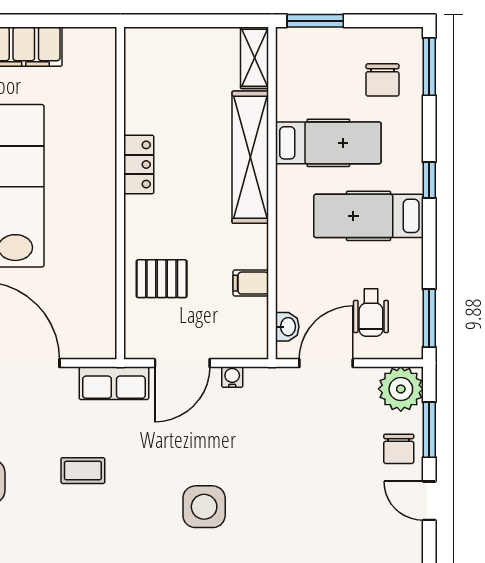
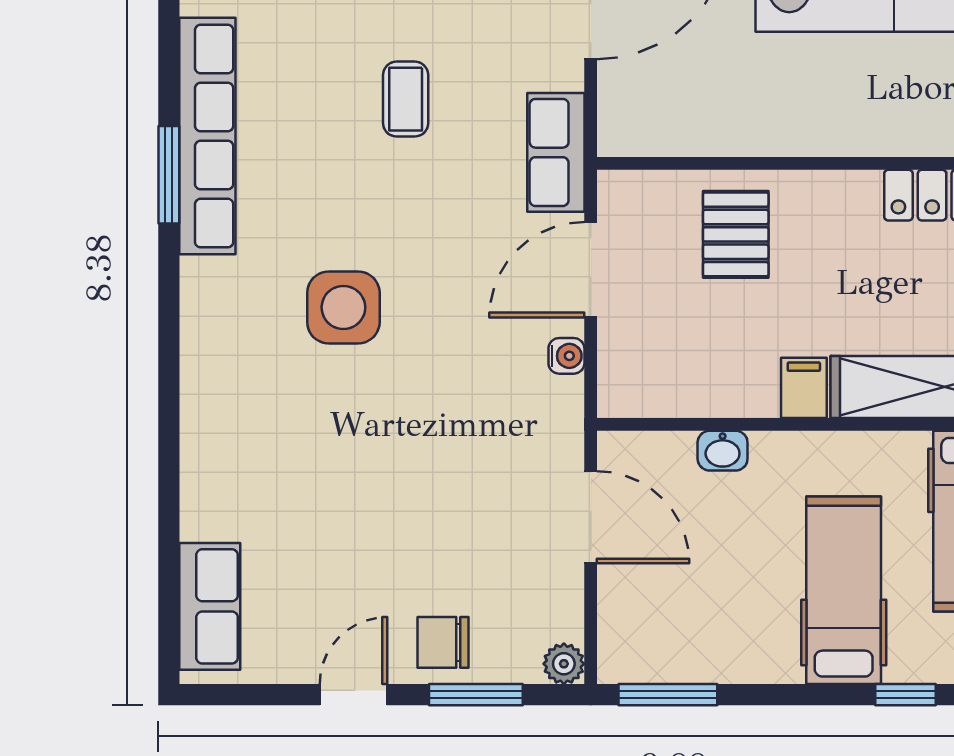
filing cabinet: (251, 283) -> (804, 388), moved
wheelchair: (371, 313) -> (677, 595), removed
washbasin: (287, 327) -> (723, 451), moved
door: (182, 363) -> (591, 270), hinge flipped
plant: (401, 389) -> (564, 664), width x0.53, depth x0.53

